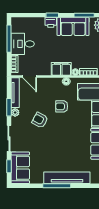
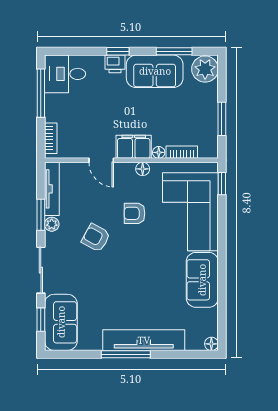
desk: (23, 44) -> (65, 74), moved
door: (30, 76) -> (101, 160), moved

